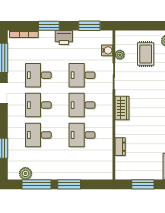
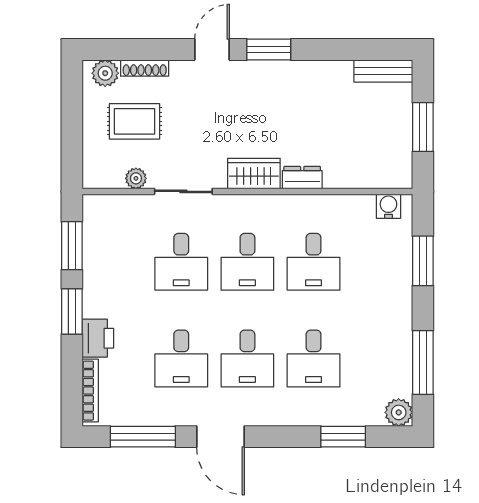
window: (49, 26) -> (72, 311), moved
printer: (64, 38) -> (98, 338), moved
water cooler: (107, 50) -> (388, 206), moved
dresser: (120, 147) -> (302, 178), moved
plant: (25, 173) -> (399, 412), moved
window: (69, 184) -> (423, 261), moved

